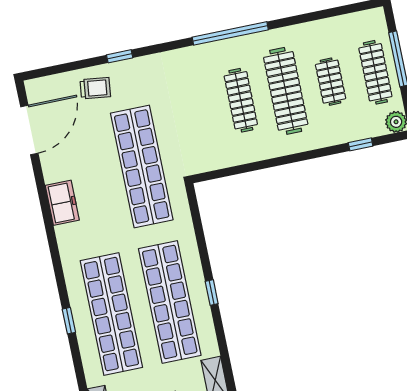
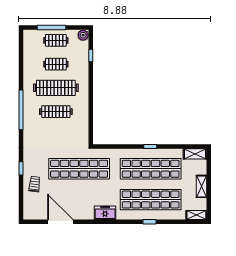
clothes rail: (375, 72) -> (56, 40), width x0.73
door: (29, 130) -> (60, 222), moved
freezer: (62, 203) -> (105, 213), moved

